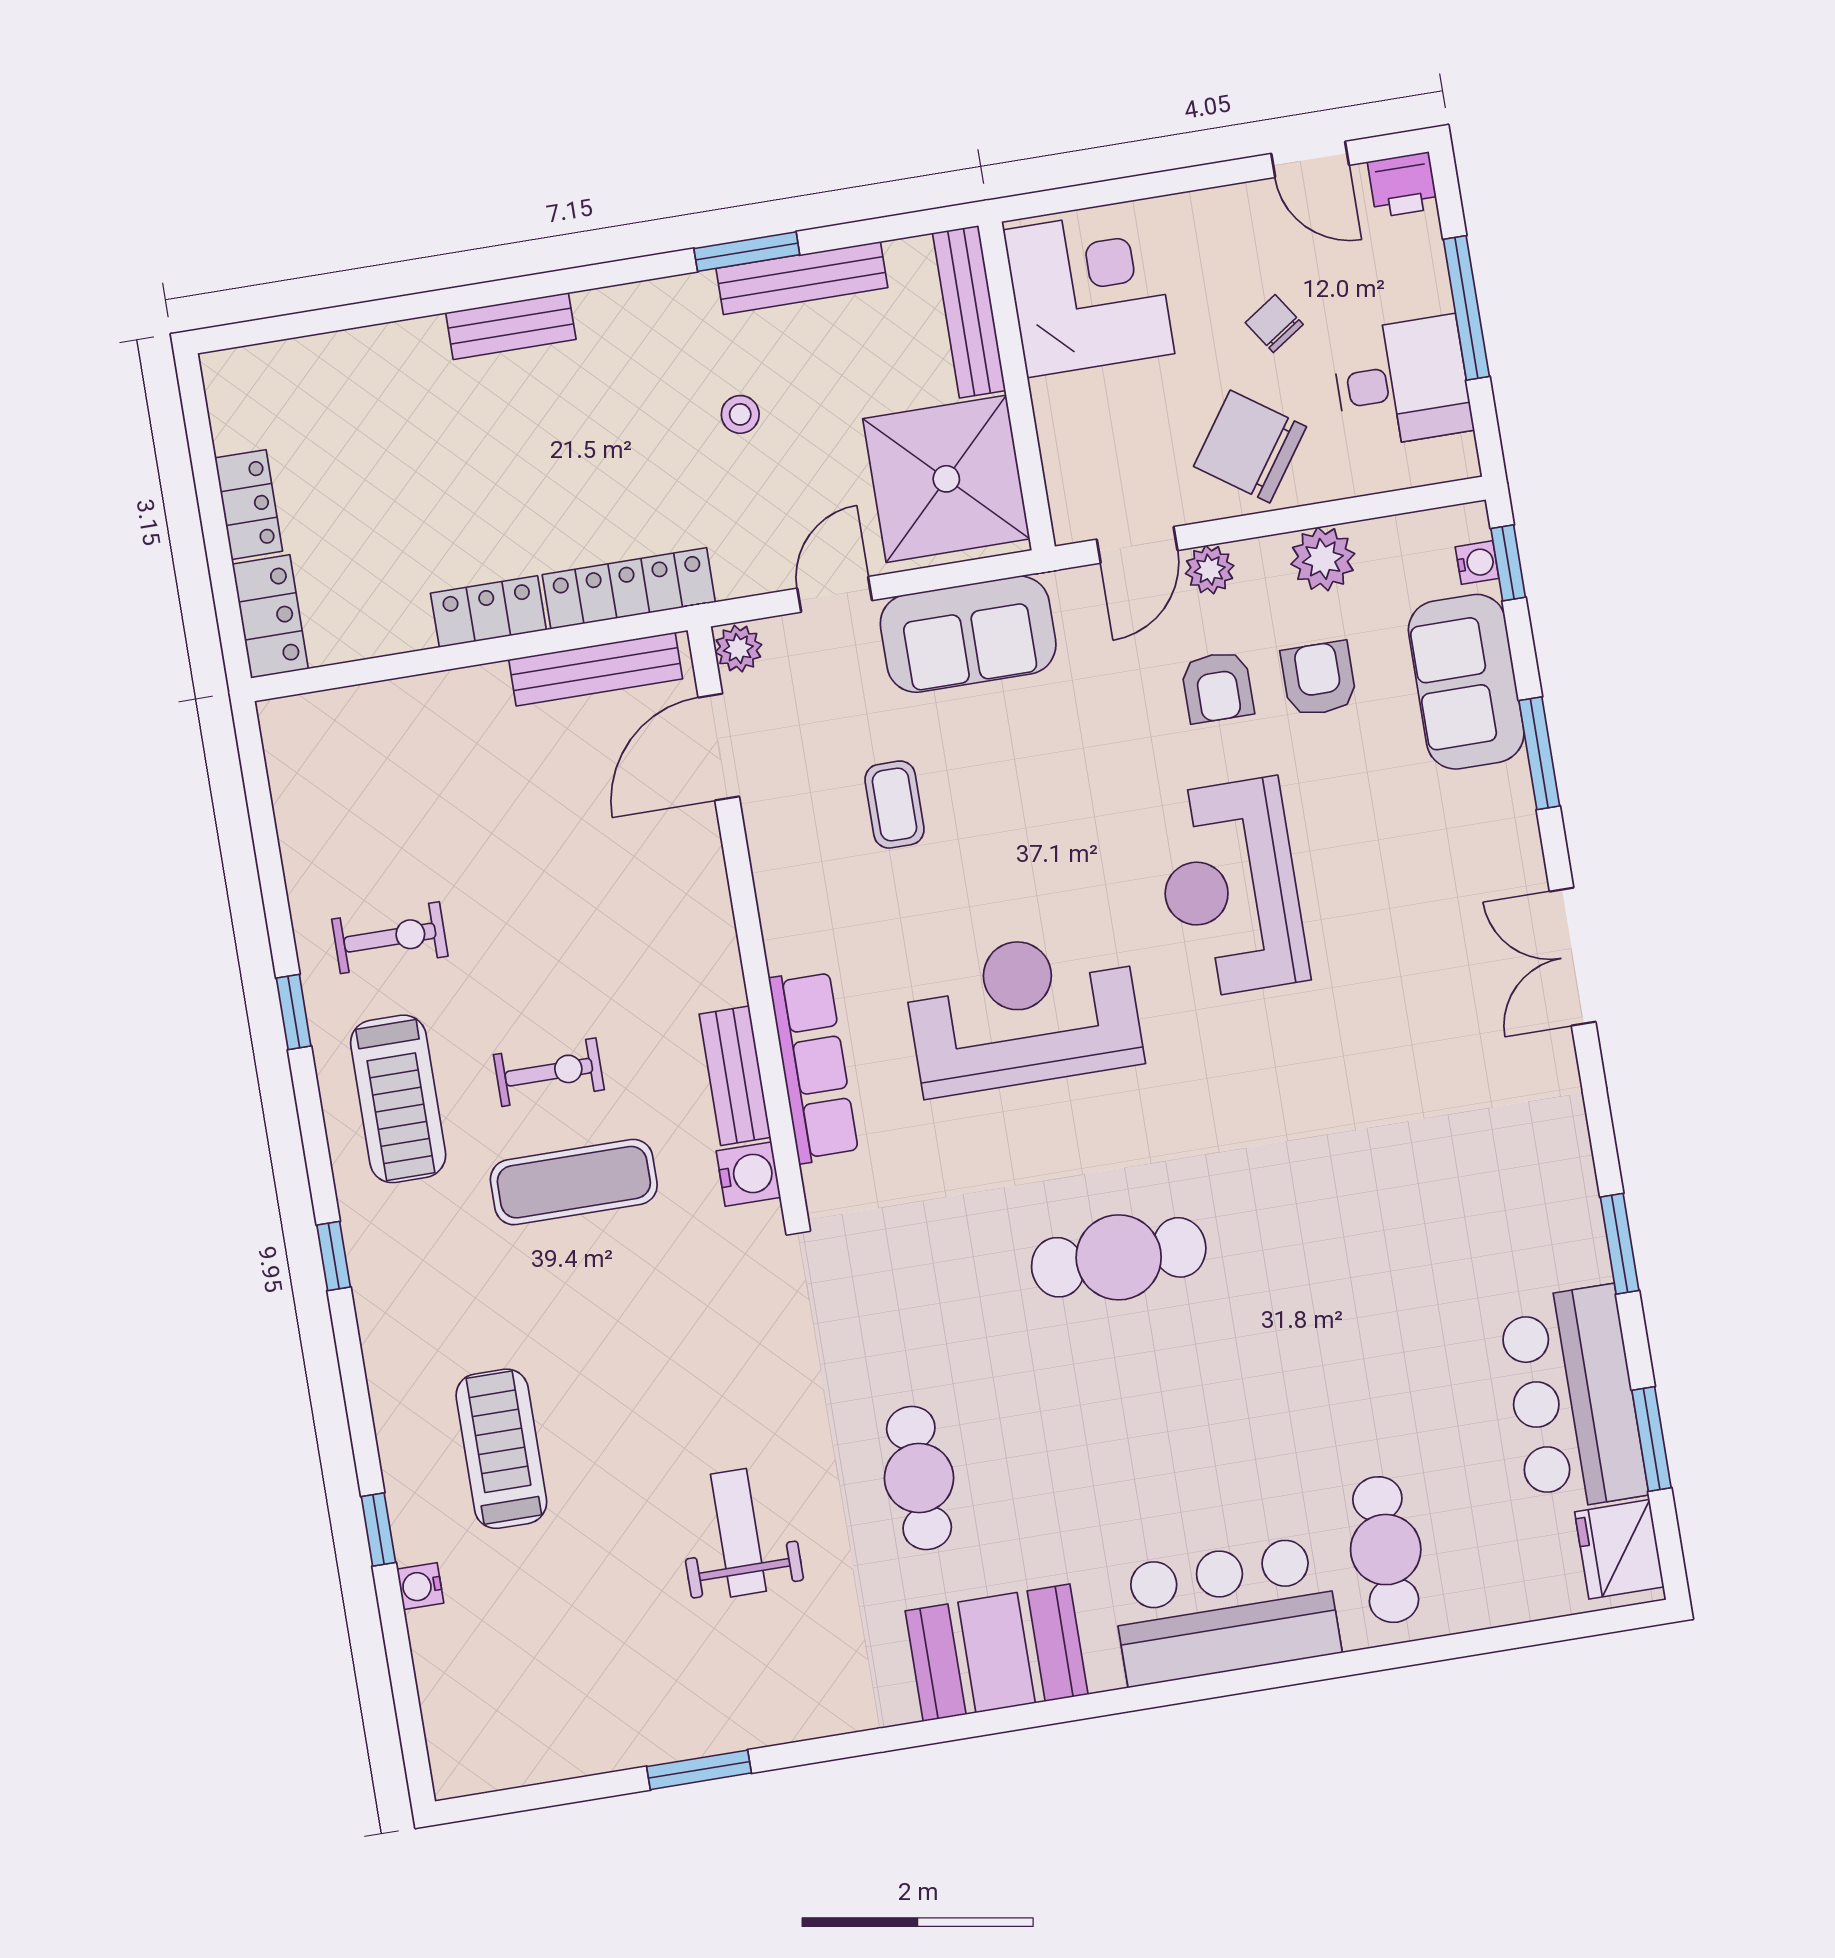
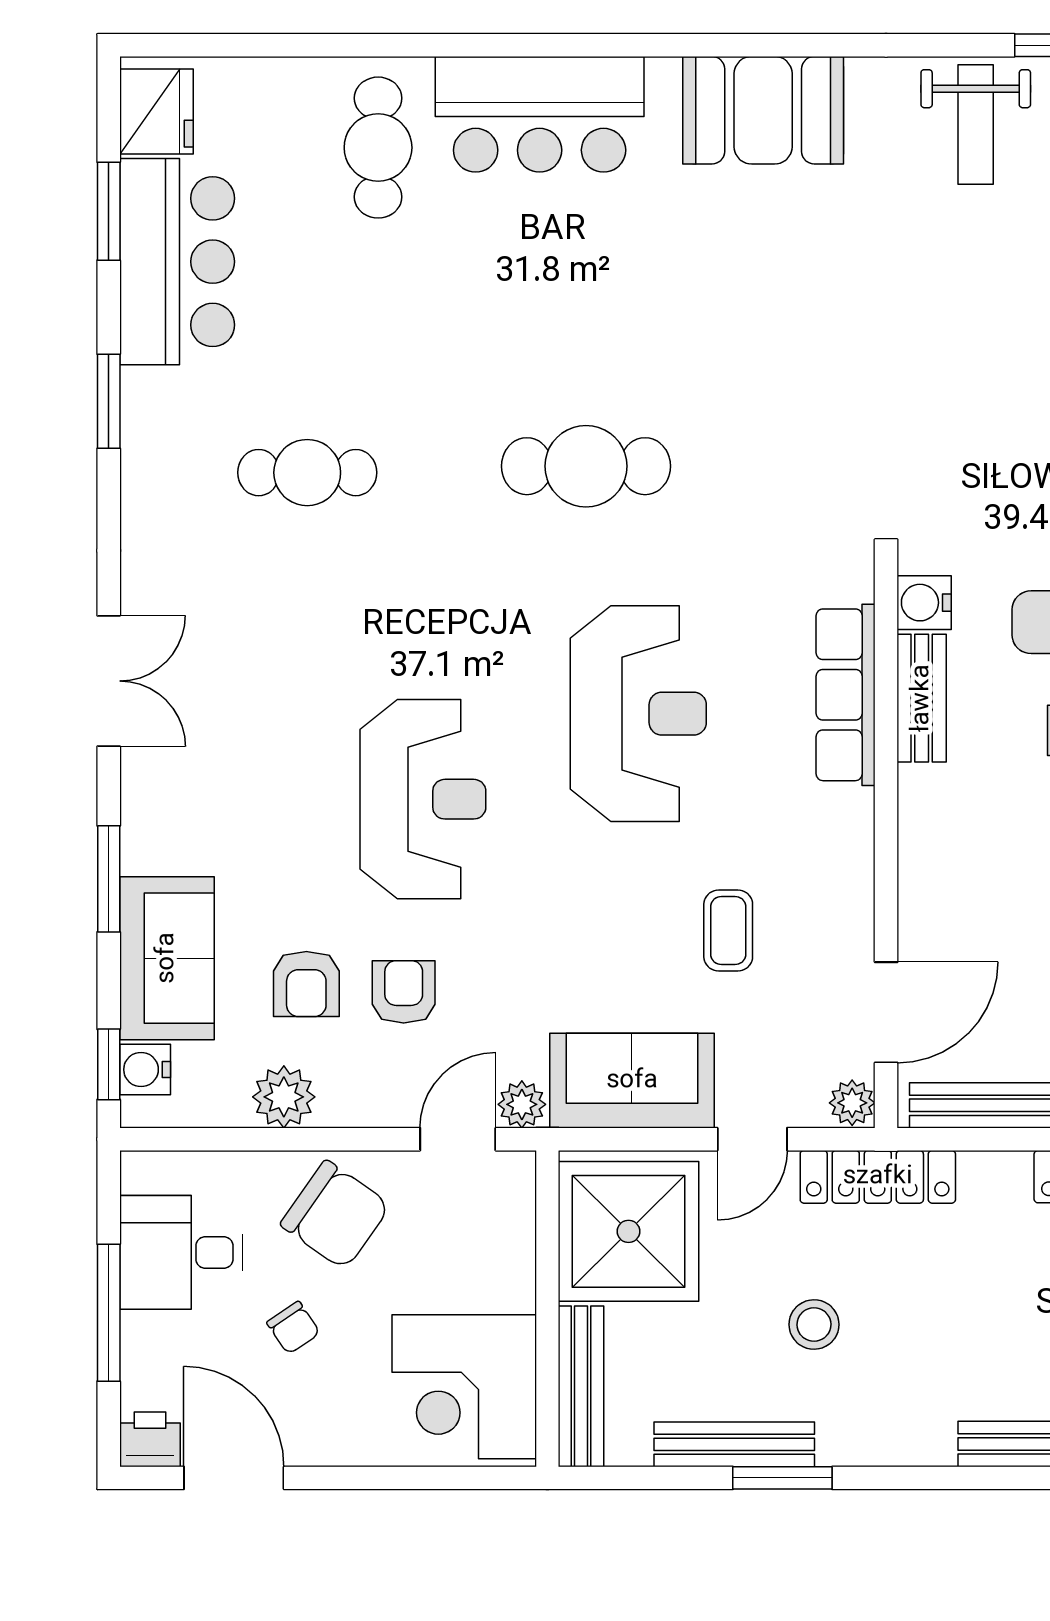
door: (1310, 159) -> (234, 1478), width x1.38
stool: (740, 414) -> (814, 1325), width x1.37, depth x1.37
water cooler: (1477, 563) -> (145, 1070), width x1.38, depth x1.38
plant: (1210, 570) -> (522, 1104), moved
locker: (629, 588) -> (878, 1177), moved
reception desk: (1023, 1012) -> (638, 714), turned -90
cafe table: (919, 1478) -> (307, 473), moved, turned 90
weight bench: (738, 1533) -> (976, 125), moved

